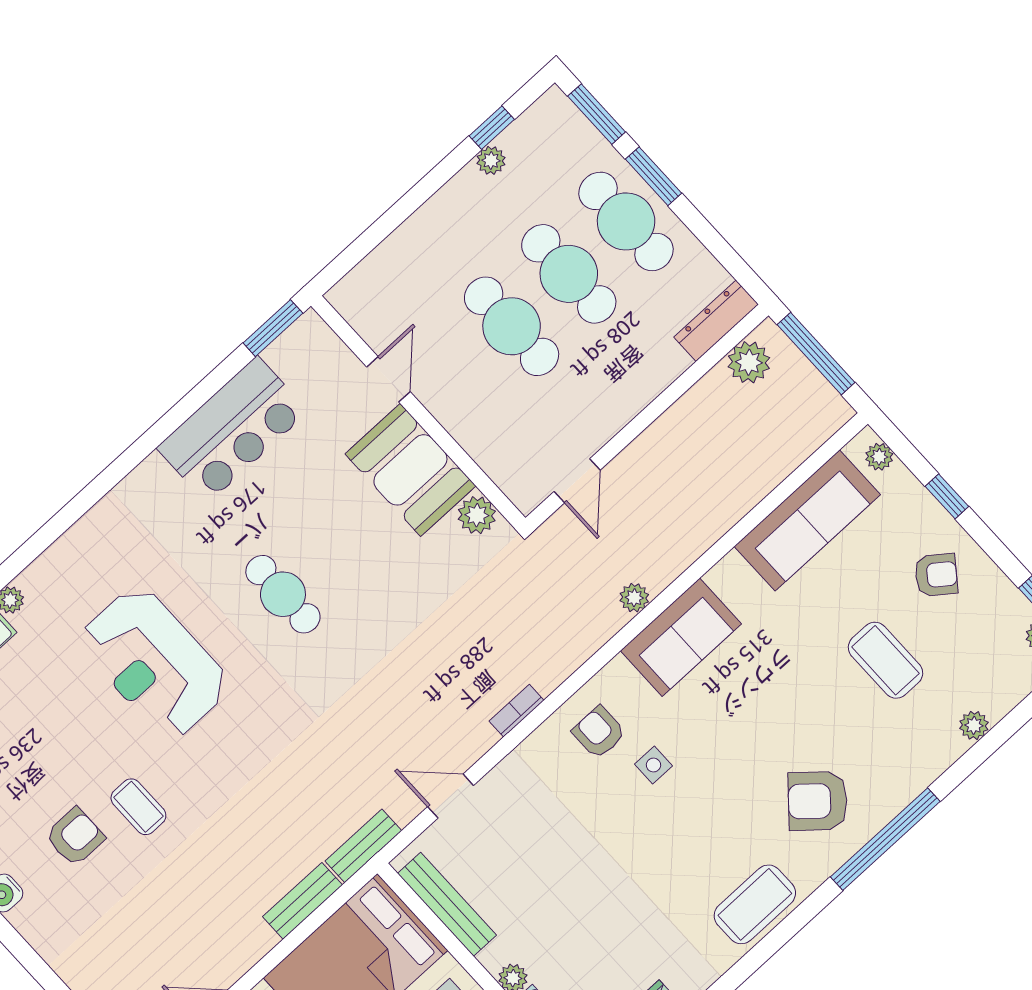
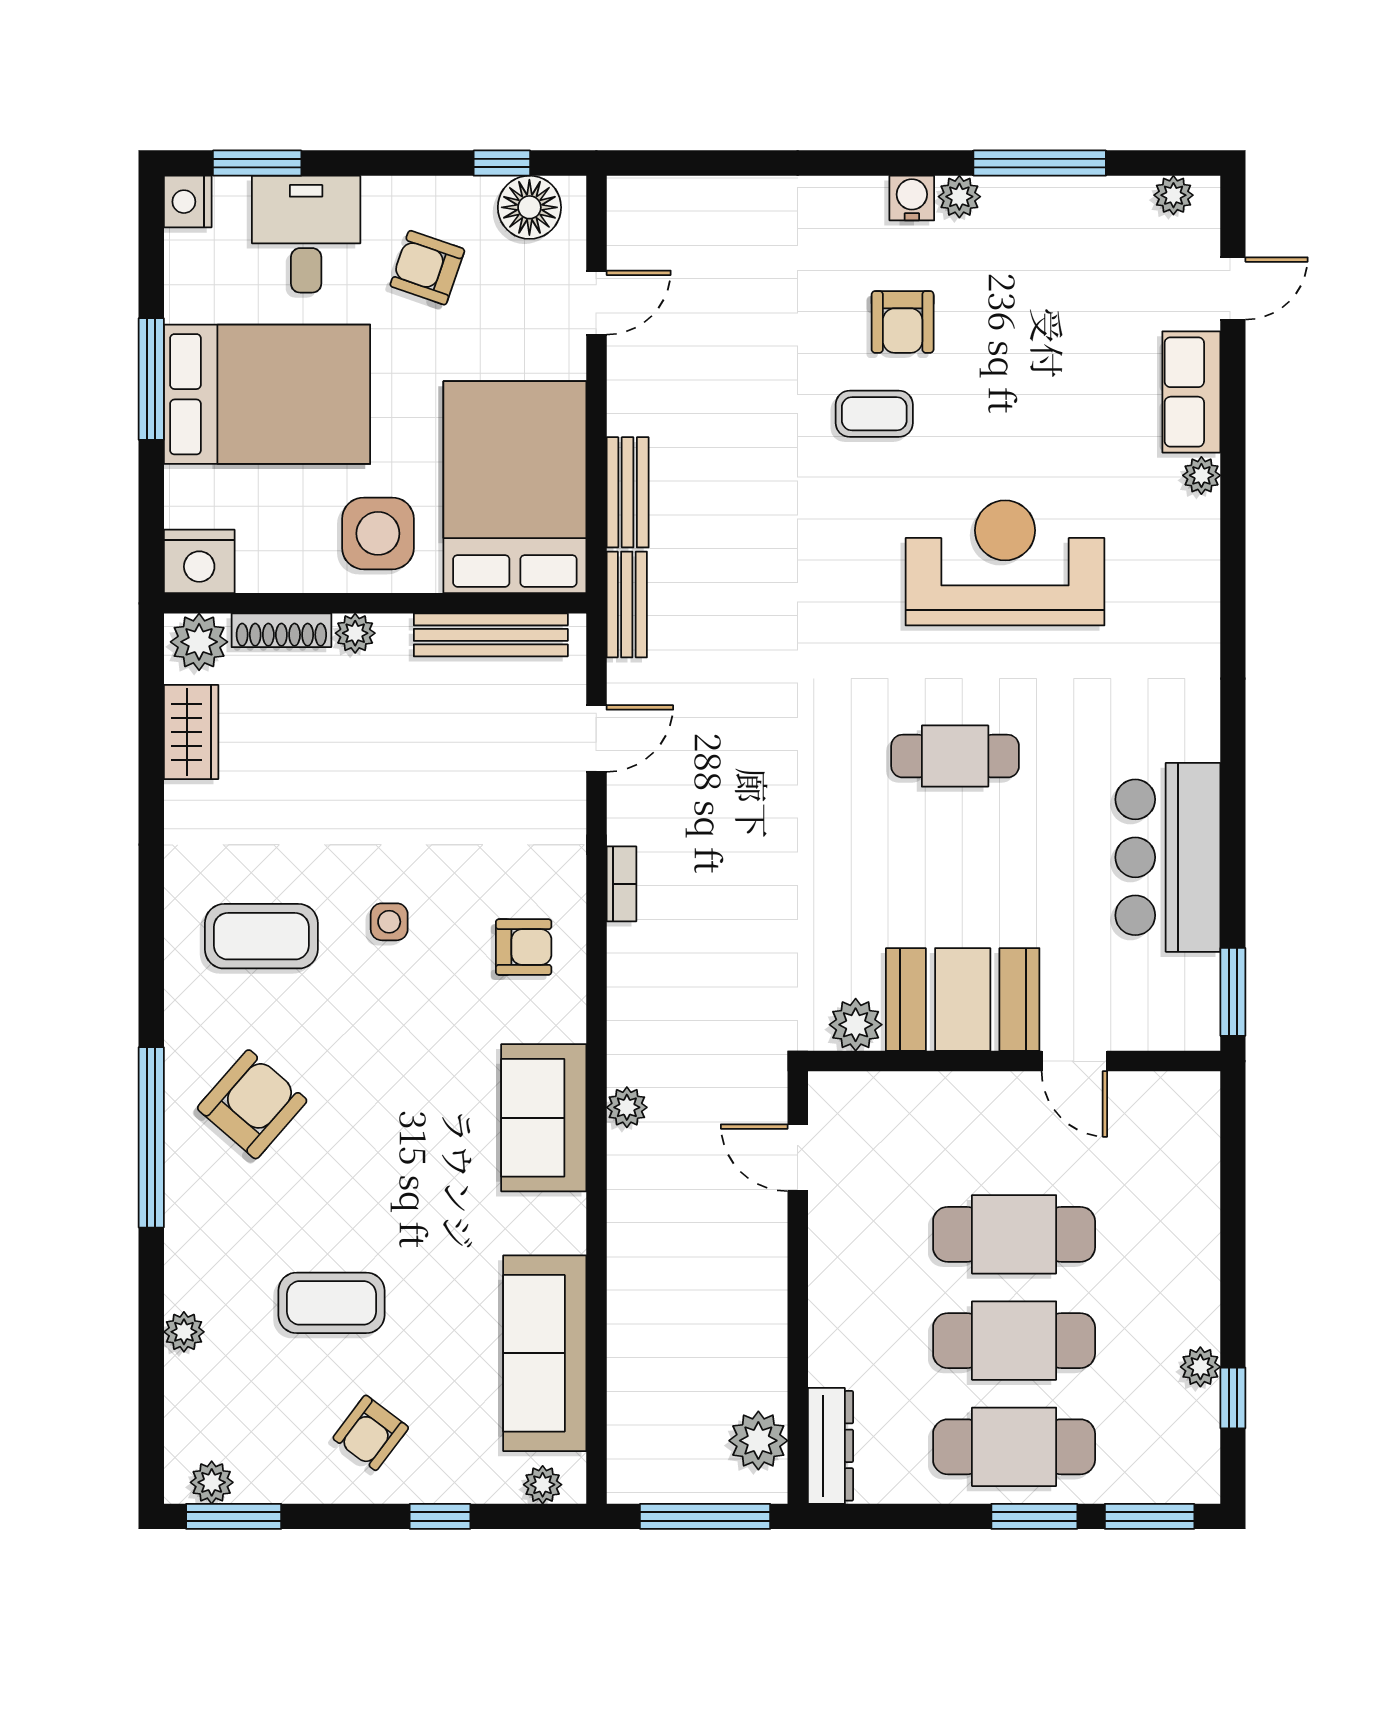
side table: (653, 765) -> (389, 922), moved
coffee table: (755, 904) -> (261, 936), moved, turned 90

